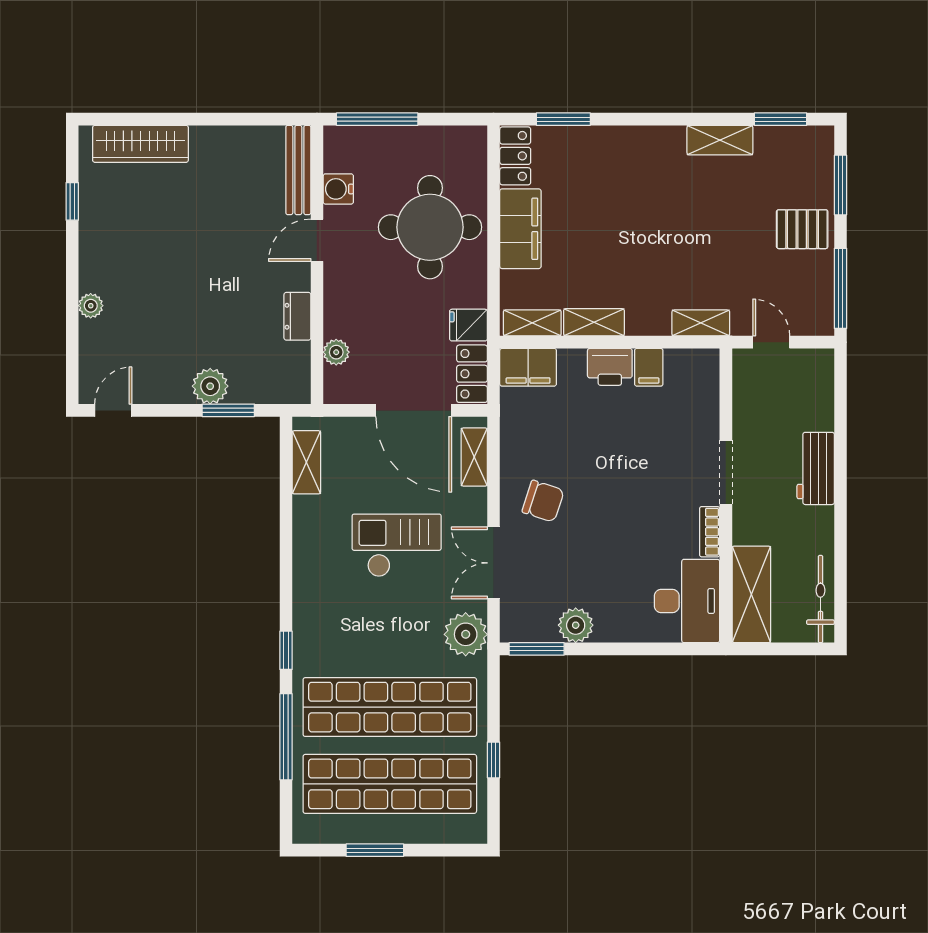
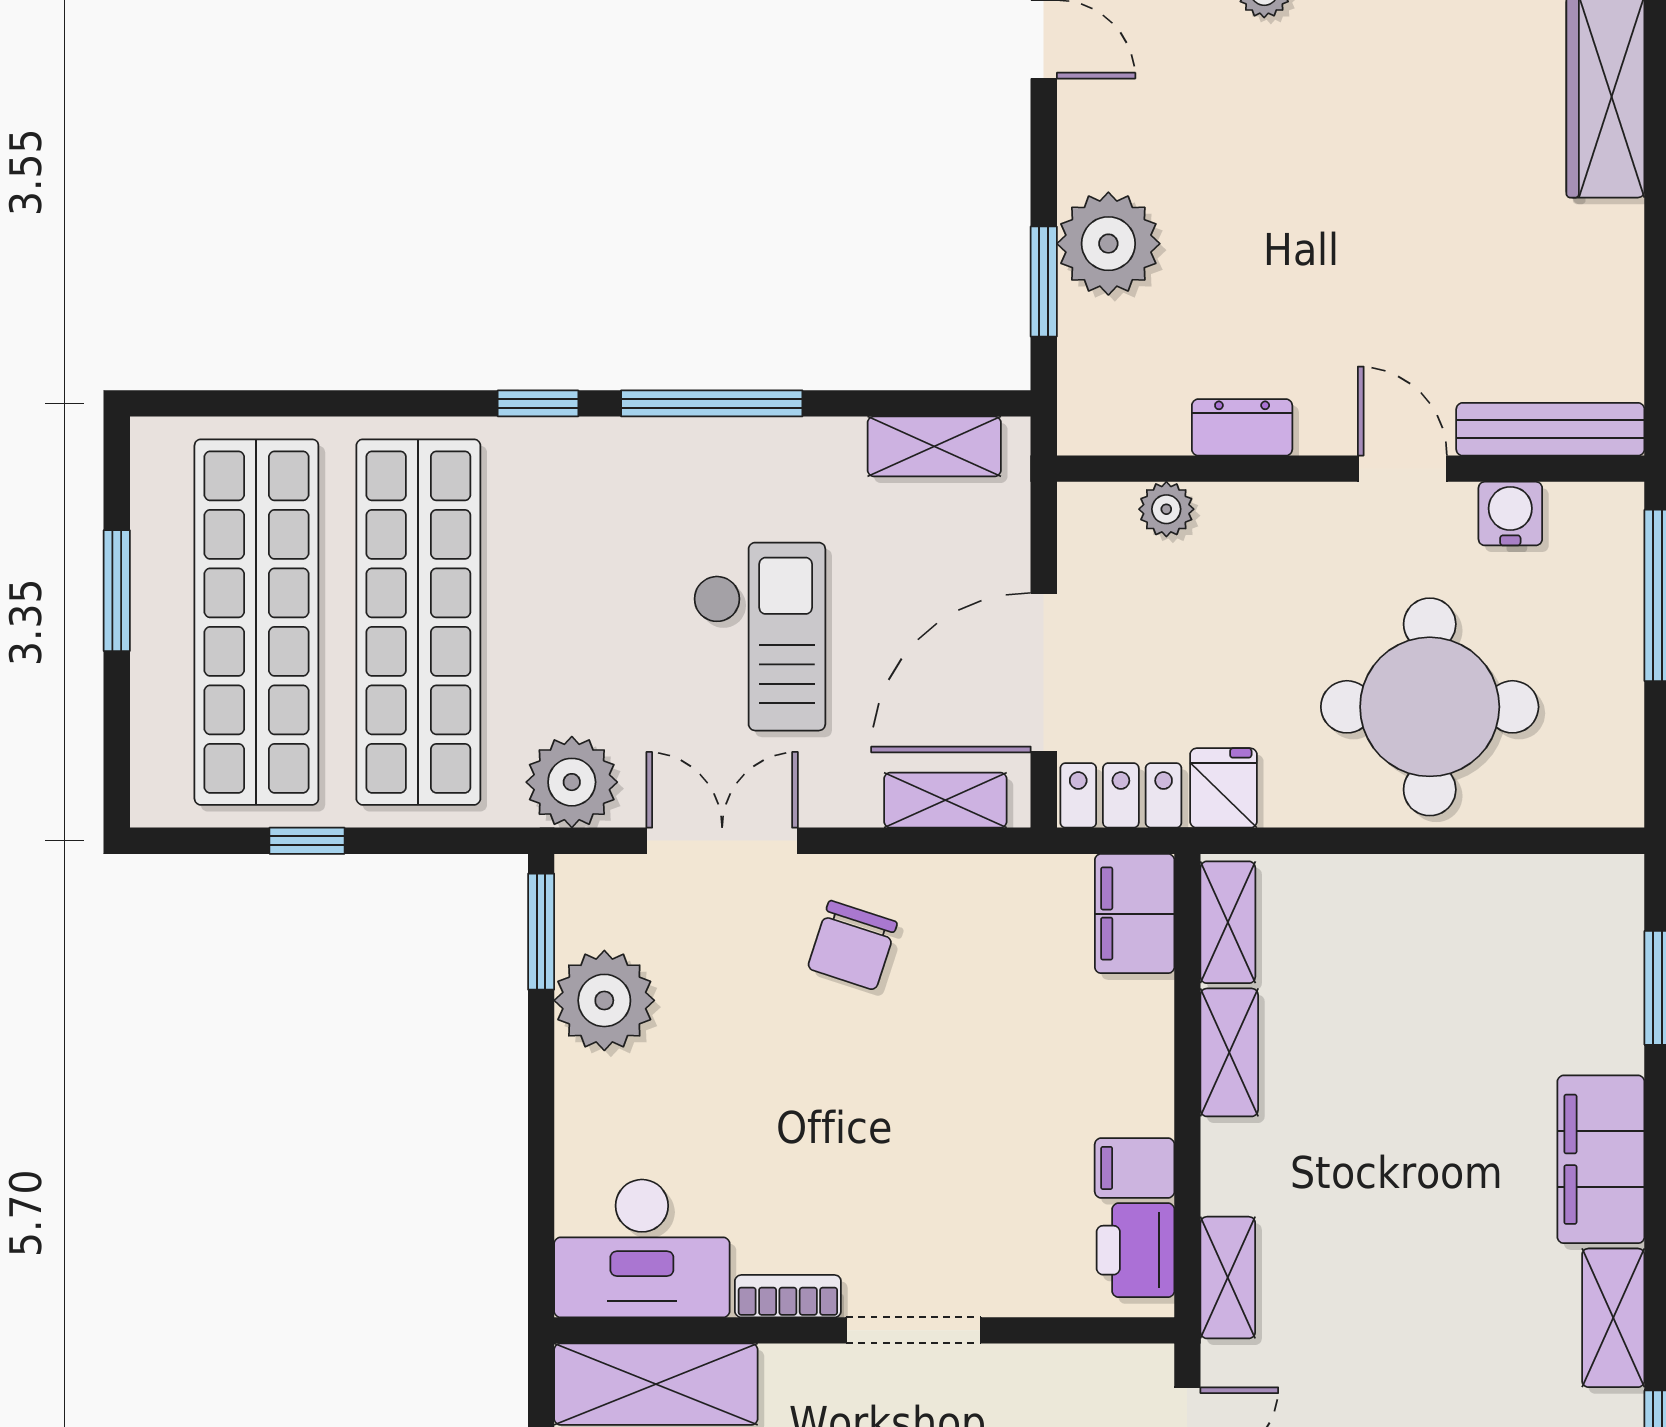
locker: (515, 156) -> (1580, 886), removed
filing cabinet: (520, 229) -> (1601, 1159), moved, turned 90
printer: (610, 367) -> (1135, 1250), moved
plant: (210, 386) -> (1108, 244), width x1.36, depth x1.36
plant: (576, 625) -> (604, 1000), width x1.36, depth x1.36
window: (286, 737) -> (712, 403), moved

